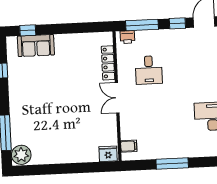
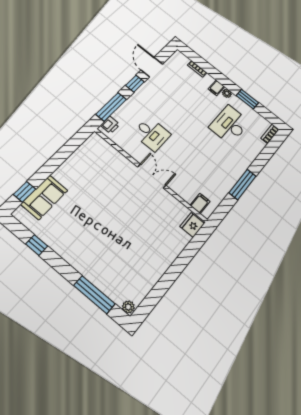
locker: (108, 63) -> (116, 157), removed
double door: (117, 98) -> (152, 176), swing flipped
plant: (21, 155) -> (128, 307), width x0.53, depth x0.53

